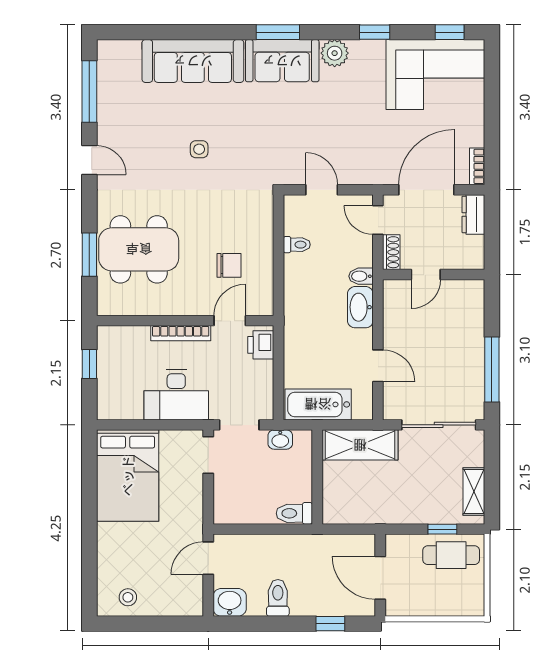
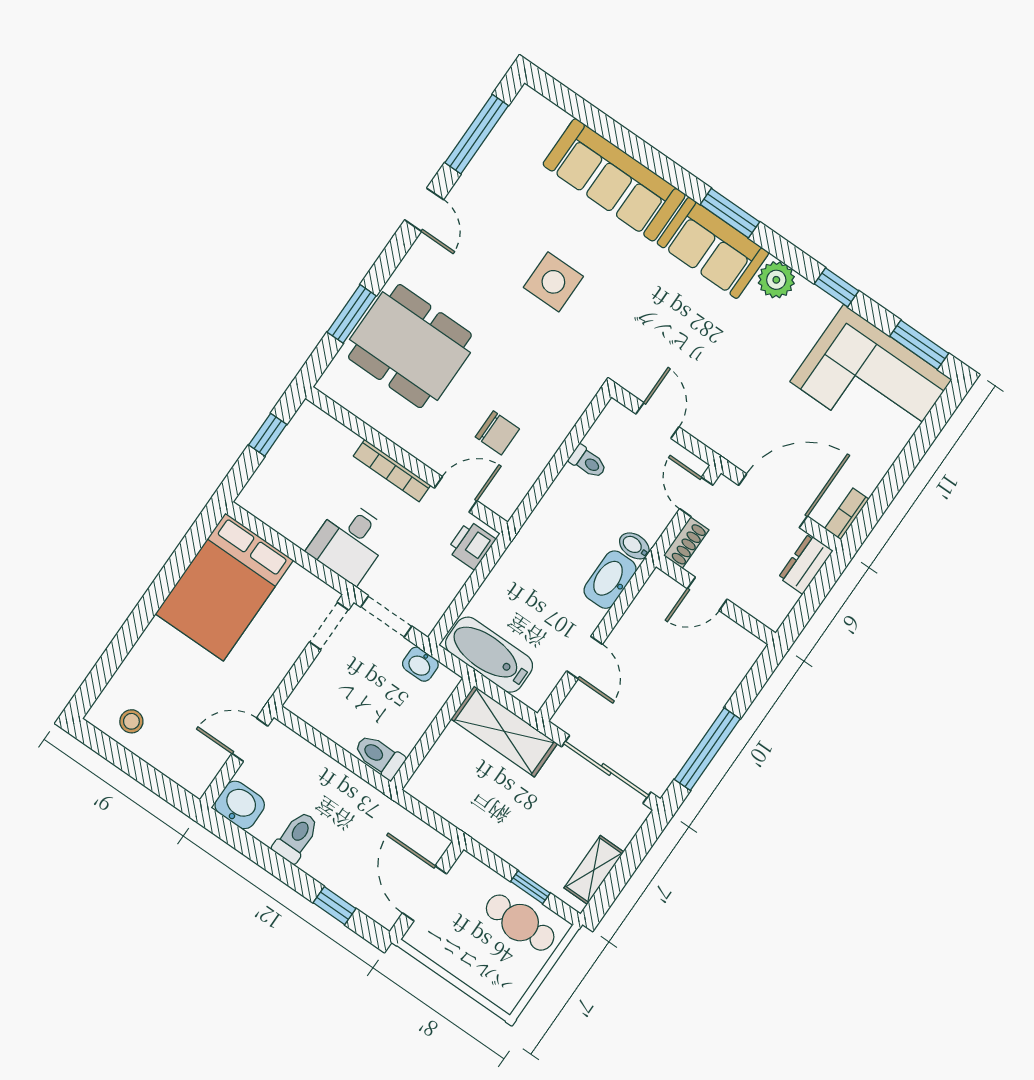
window: (450, 32) -> (919, 345), width x1.50
side table: (199, 149) -> (553, 282), width x1.87, depth x1.87
desk: (176, 395) -> (350, 542), width x0.73

